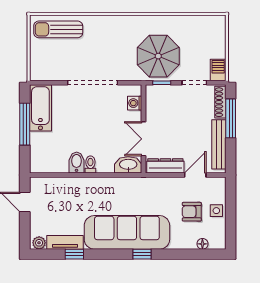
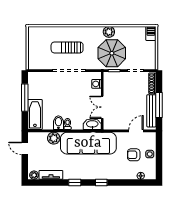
plant: (154, 23) -> (109, 32), added
sun lounger: (58, 29) -> (67, 47), moved
barbecue: (218, 70) -> (151, 33), moved
bathtub: (40, 108) -> (35, 114), moved
window: (231, 118) -> (159, 105), moved
dresser: (165, 166) -> (117, 125), removed
plant: (69, 186) -> (54, 138), added
sofa: (127, 232) -> (88, 143), moved, turned 180
window: (74, 254) -> (75, 182), moved

